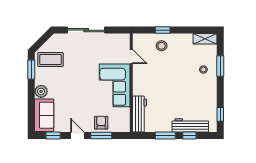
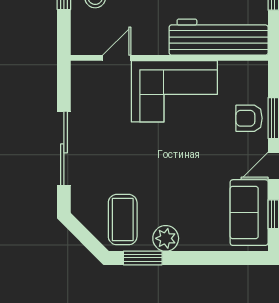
plant: (41, 91) -> (166, 238), moved
workbench: (140, 114) -> (219, 37), width x1.36, depth x1.32
sofa: (44, 115) -> (249, 213), moved, turned -90

